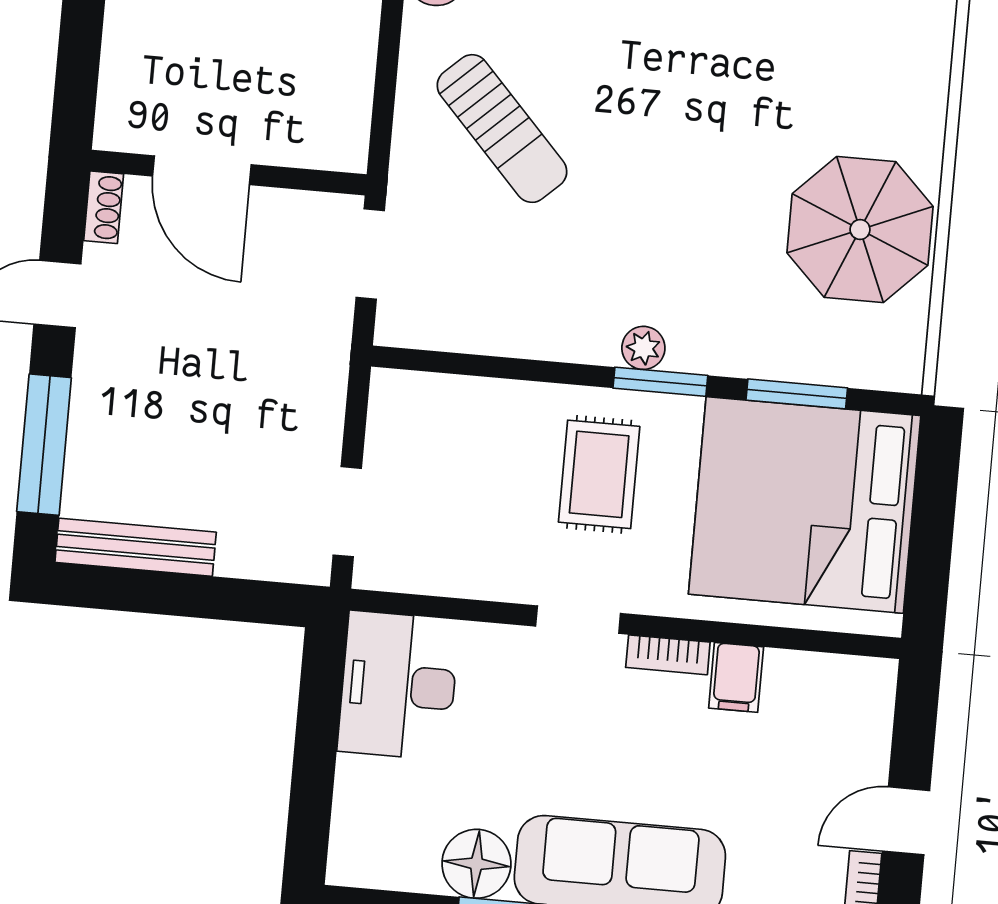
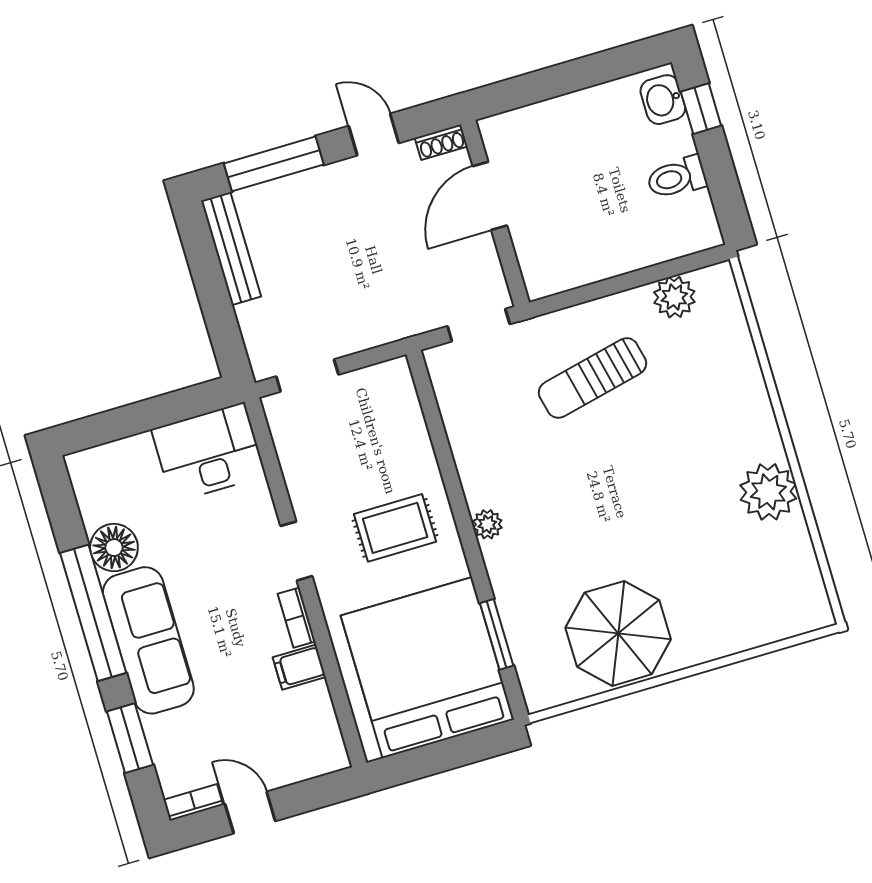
sun lounger: (502, 129) -> (592, 378), turned 30
window: (660, 382) -> (470, 544), removed

